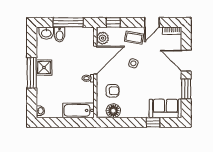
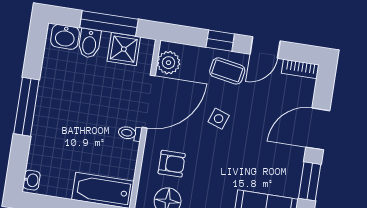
window: (113, 22) -> (220, 41), moved
door: (186, 61) -> (318, 129), hinge flipped
shower: (44, 67) -> (124, 49), moved

